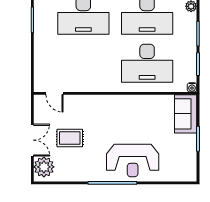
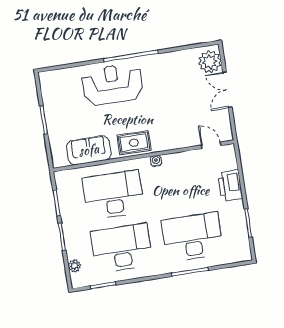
printer: (43, 55) -> (230, 185), added
water cooler: (192, 87) -> (156, 161), moved
sofa: (186, 114) -> (89, 150), moved, turned -90
rug: (70, 138) -> (134, 143), moved

